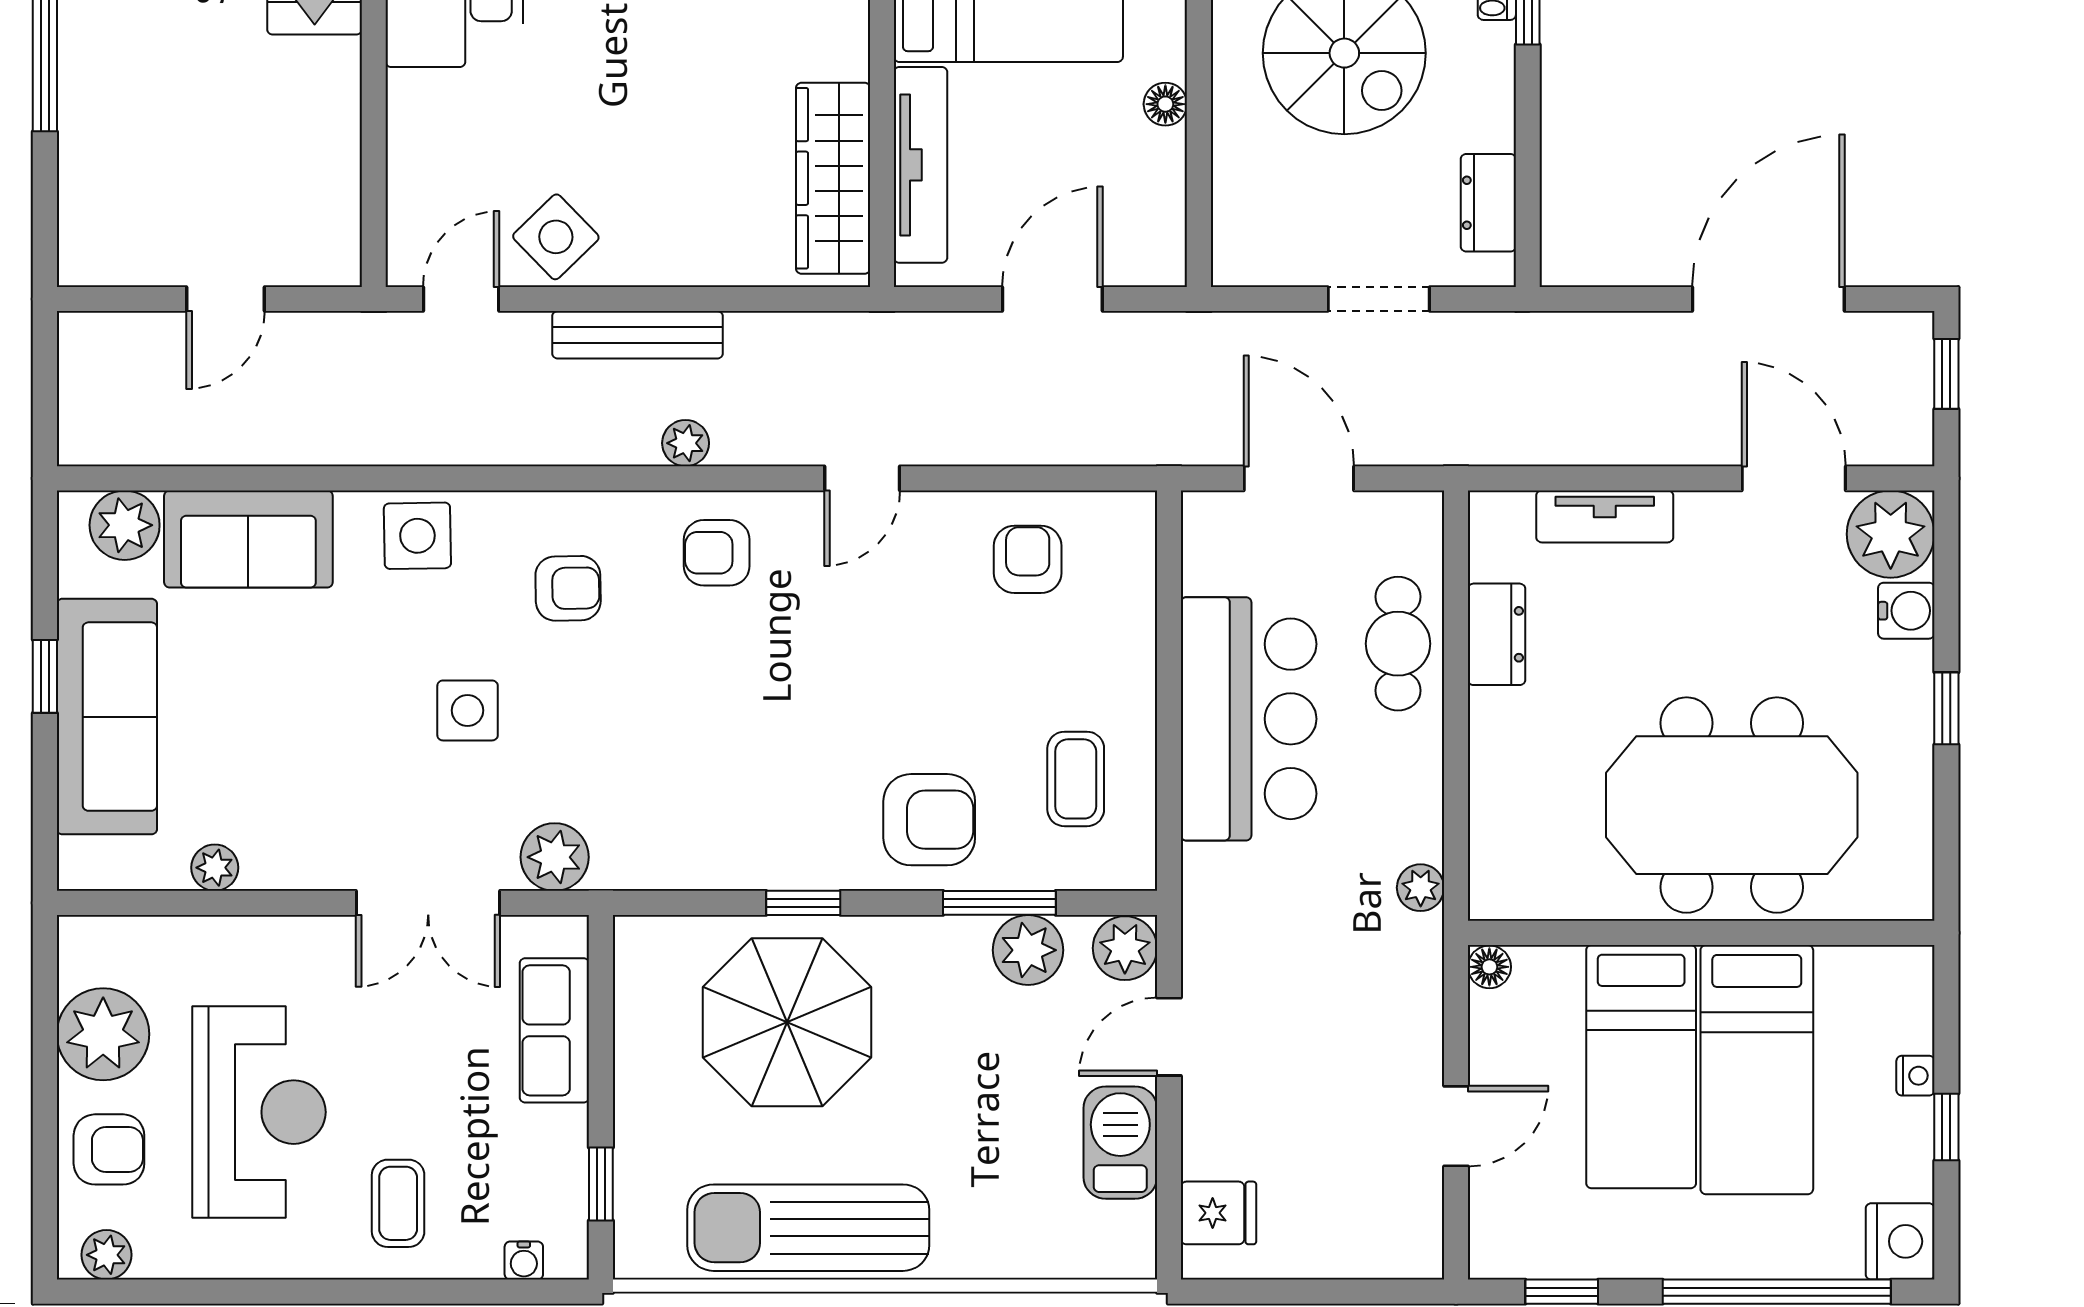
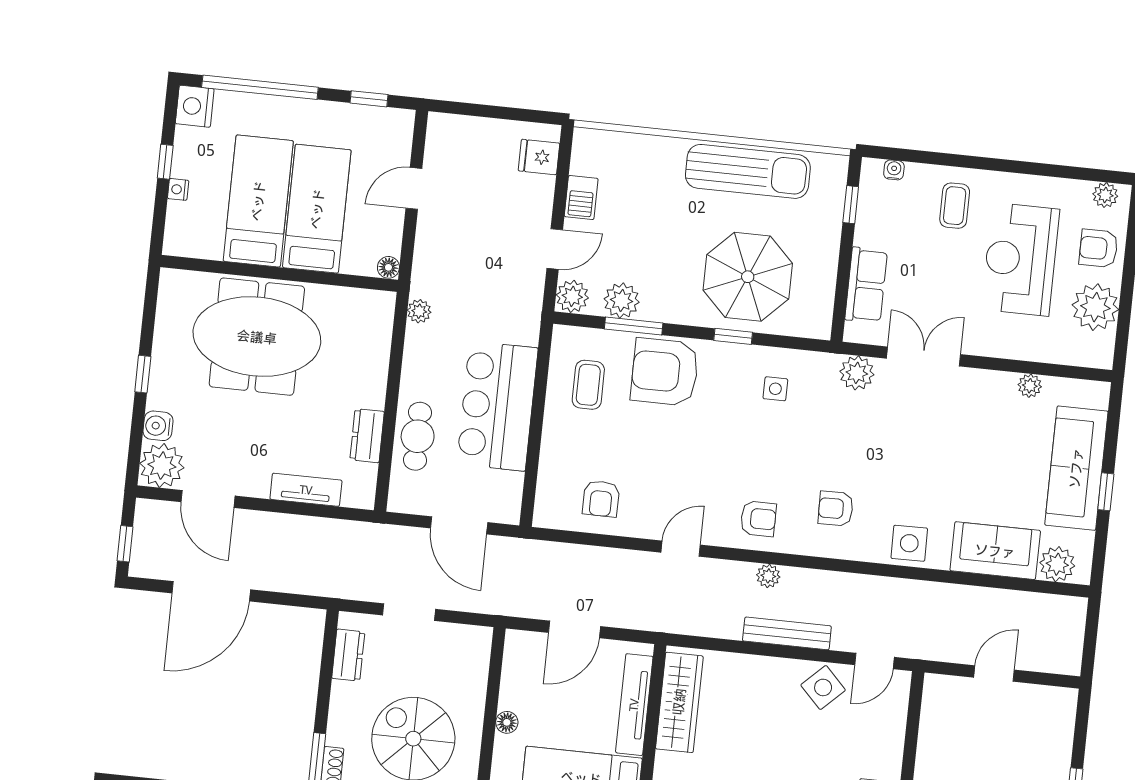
side table: (468, 710) -> (775, 389), moved, width x0.73, depth x0.73
armchair: (929, 820) -> (665, 372), width x1.36, depth x1.36
barbecue: (1120, 1143) -> (581, 198), width x0.73, depth x0.79

